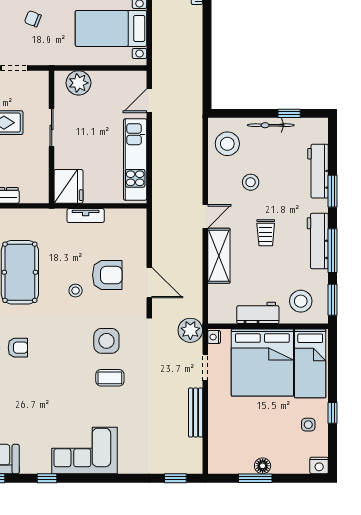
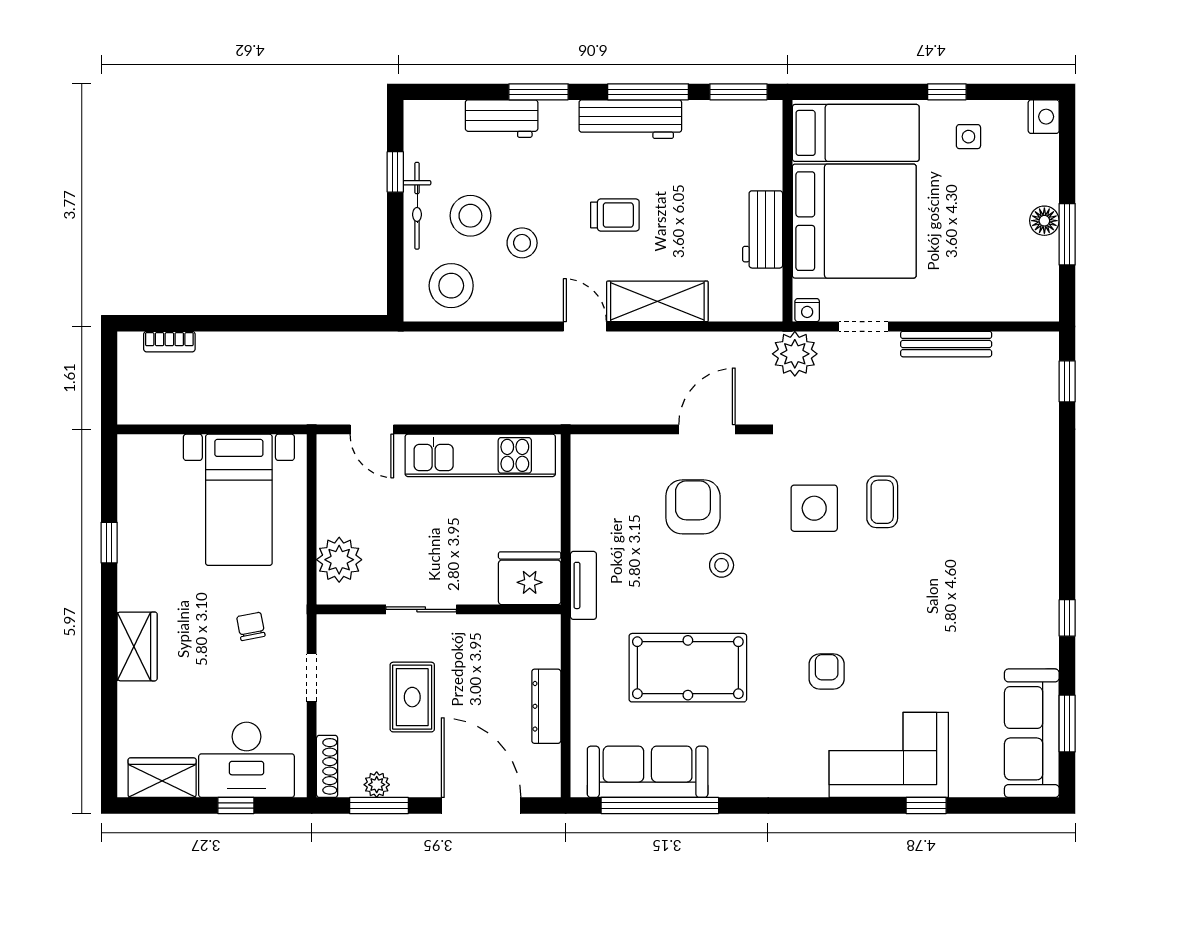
chair: (33, 19) -> (251, 626), moved, turned 147
workbench: (318, 171) -> (502, 119), width x0.73
tv unit: (86, 216) -> (583, 585), moved
stool: (301, 301) -> (470, 216), moved
corner sofa: (84, 451) -> (1016, 549), removed

